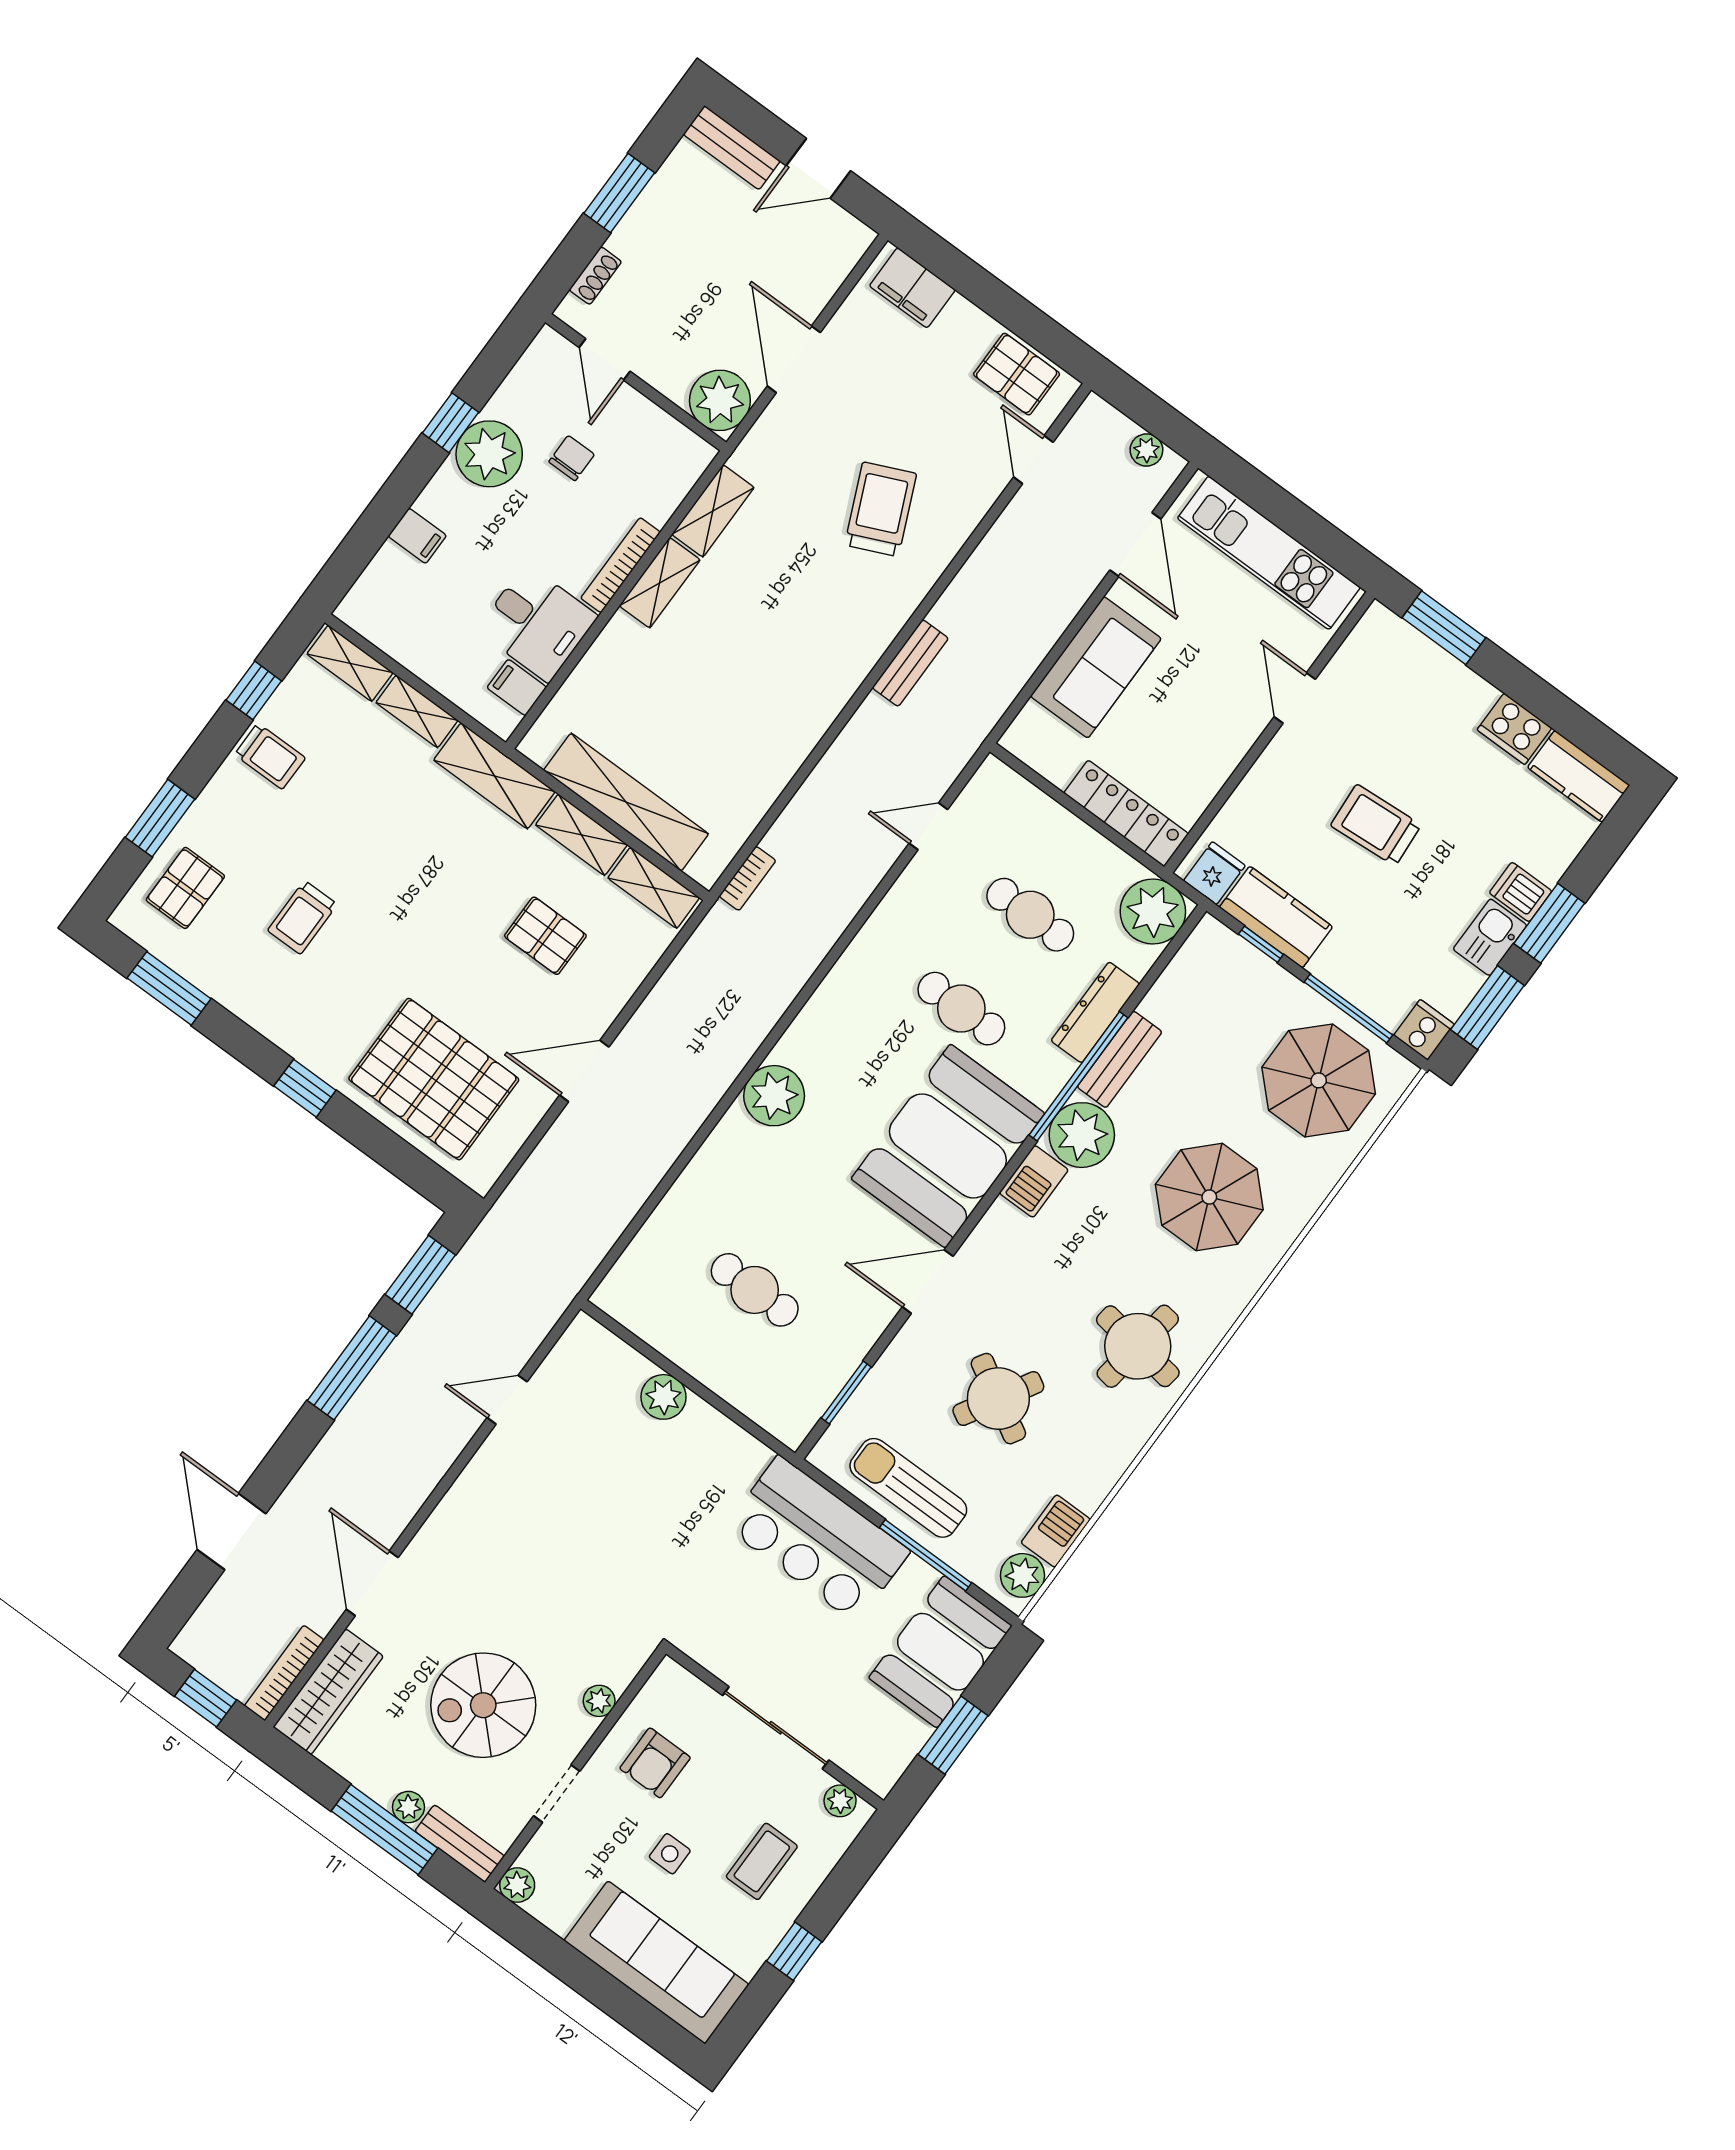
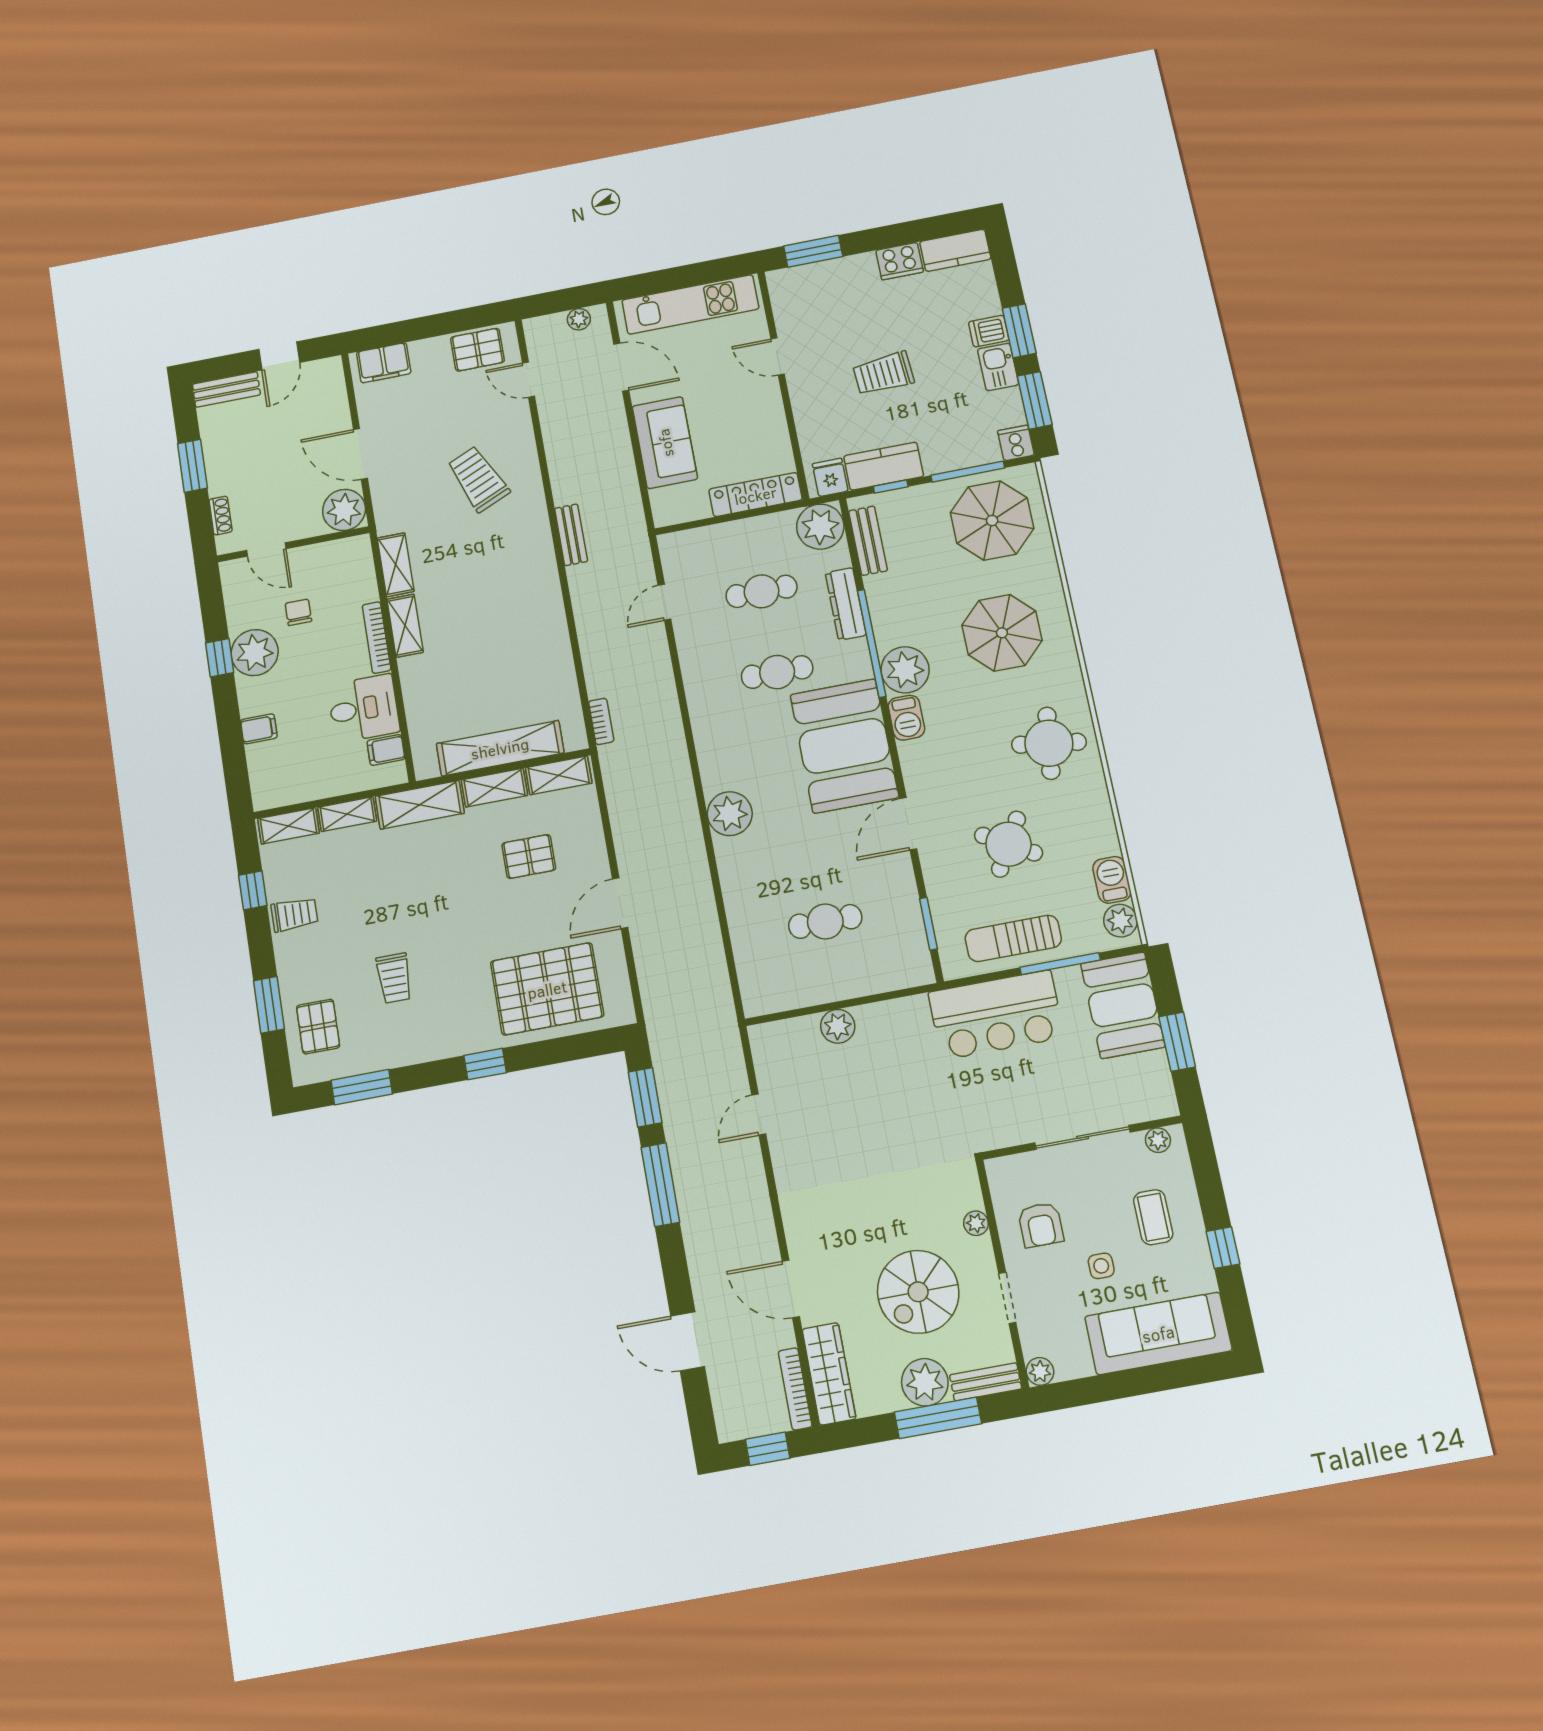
bench: (1120, 1059) -> (868, 541), moved
plant: (408, 1807) -> (925, 1382), width x1.87, depth x1.87

